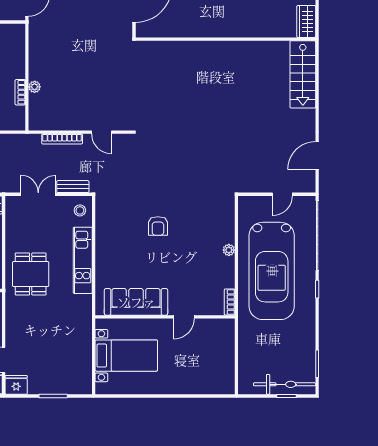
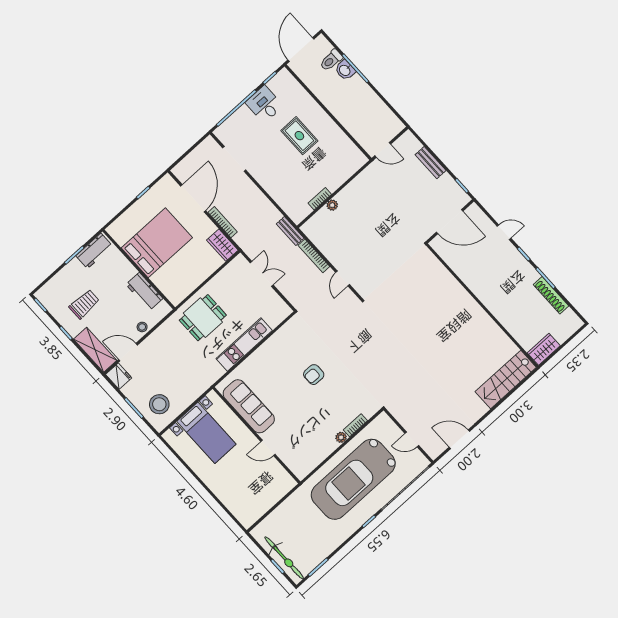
bench: (73, 187) -> (290, 231), moved
stool: (80, 210) -> (159, 404), moved, width x1.89, depth x1.89
bookcase: (230, 302) -> (355, 425), moved

